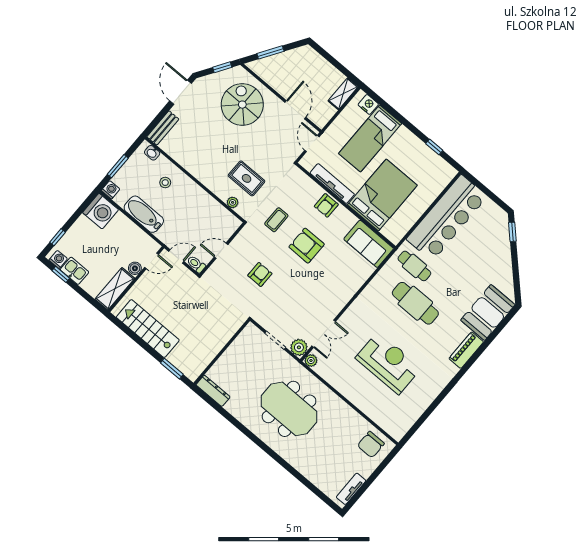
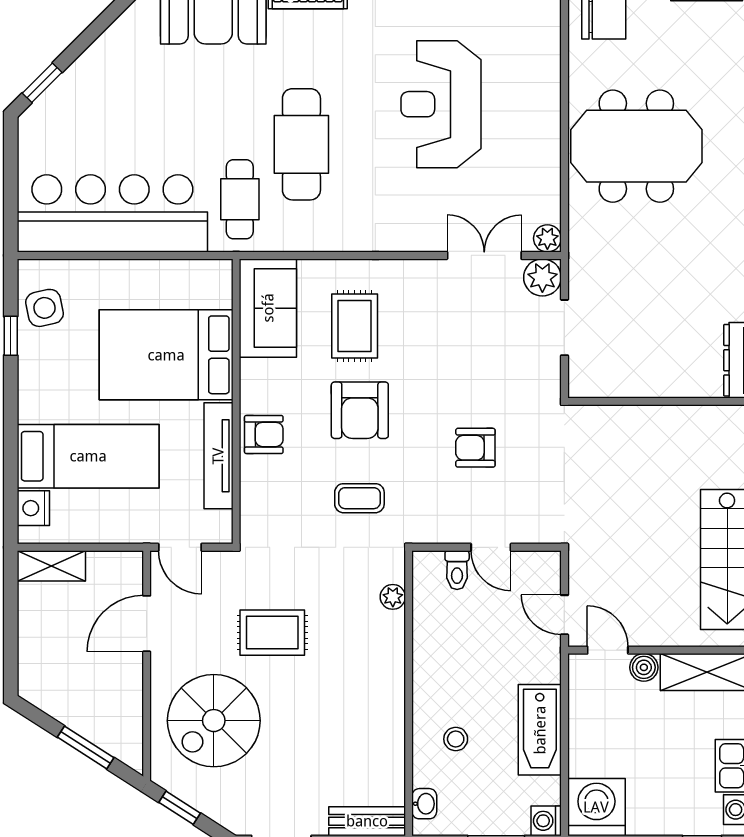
door: (312, 144) -> (180, 547), hinge flipped
side table: (434, 167) -> (45, 308), added
rug: (247, 178) -> (272, 633), moved, turned 90
toilet: (196, 264) -> (457, 570), moved
rug: (337, 268) -> (355, 326), added
meeting table: (289, 409) -> (636, 146), moved, turned 90

